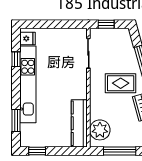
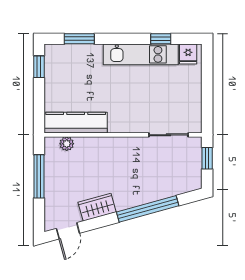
rug: (121, 83) -> (129, 177), removed
kitchen unit: (28, 84) -> (141, 54), width x0.73
plant: (100, 130) -> (67, 144), width x0.53, depth x0.53

